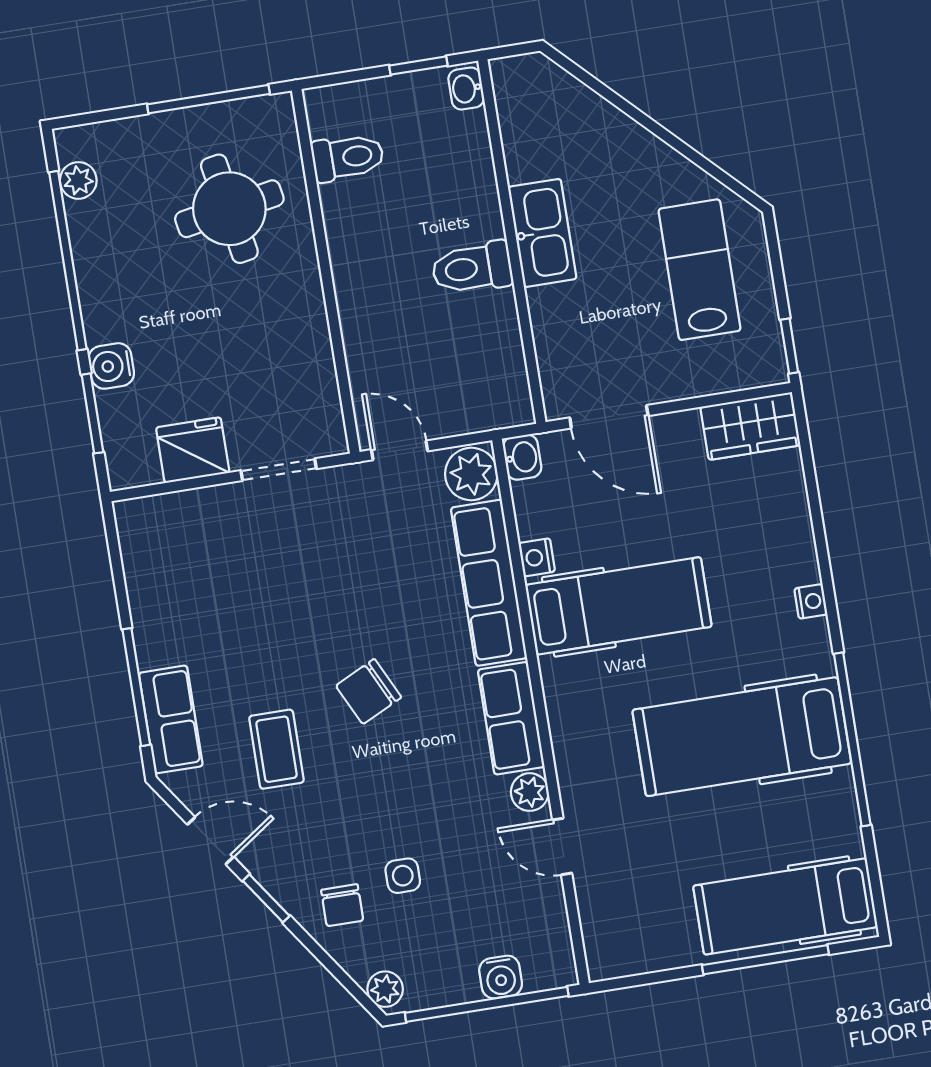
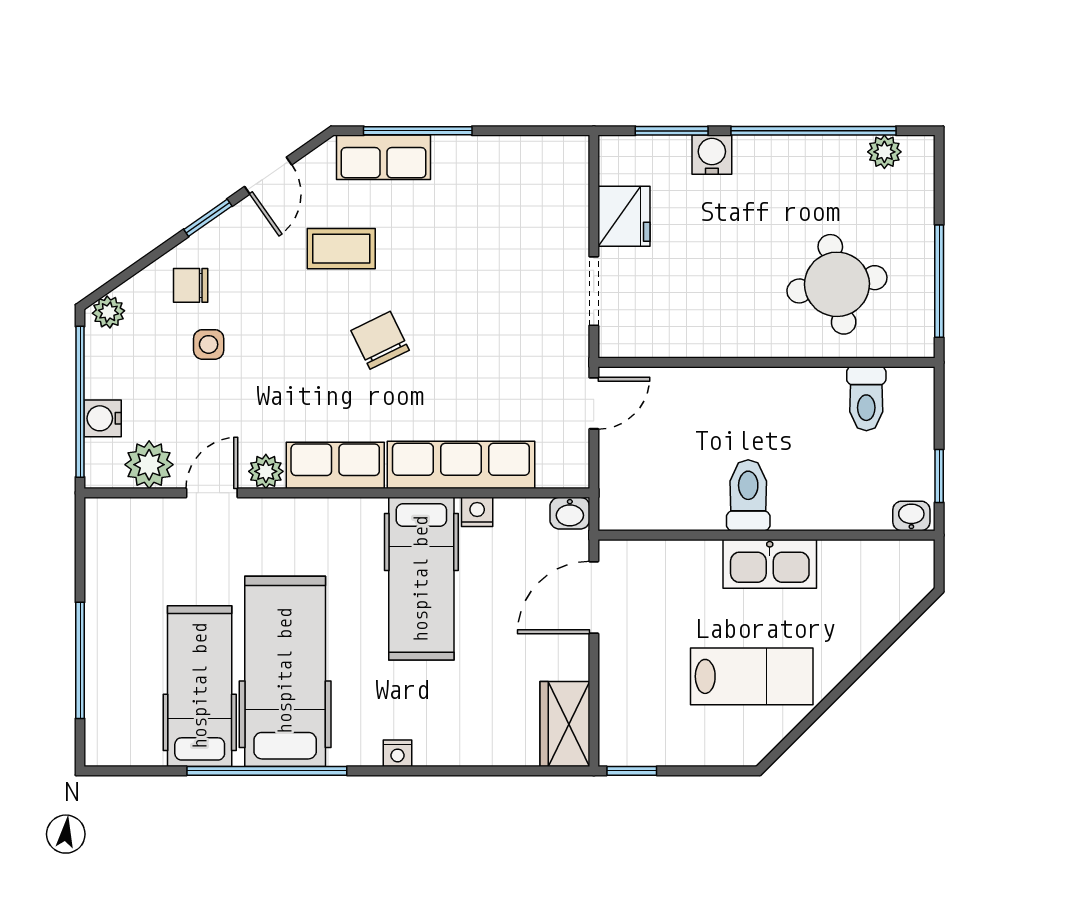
lab bench: (699, 270) -> (752, 676), moved
plant: (471, 474) -> (149, 465), moved
hospital bed: (785, 906) -> (200, 686), moved

